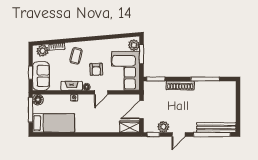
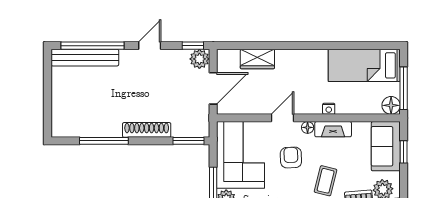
wardrobe: (130, 127) -> (257, 59), moved
plant: (163, 127) -> (199, 59), moved

